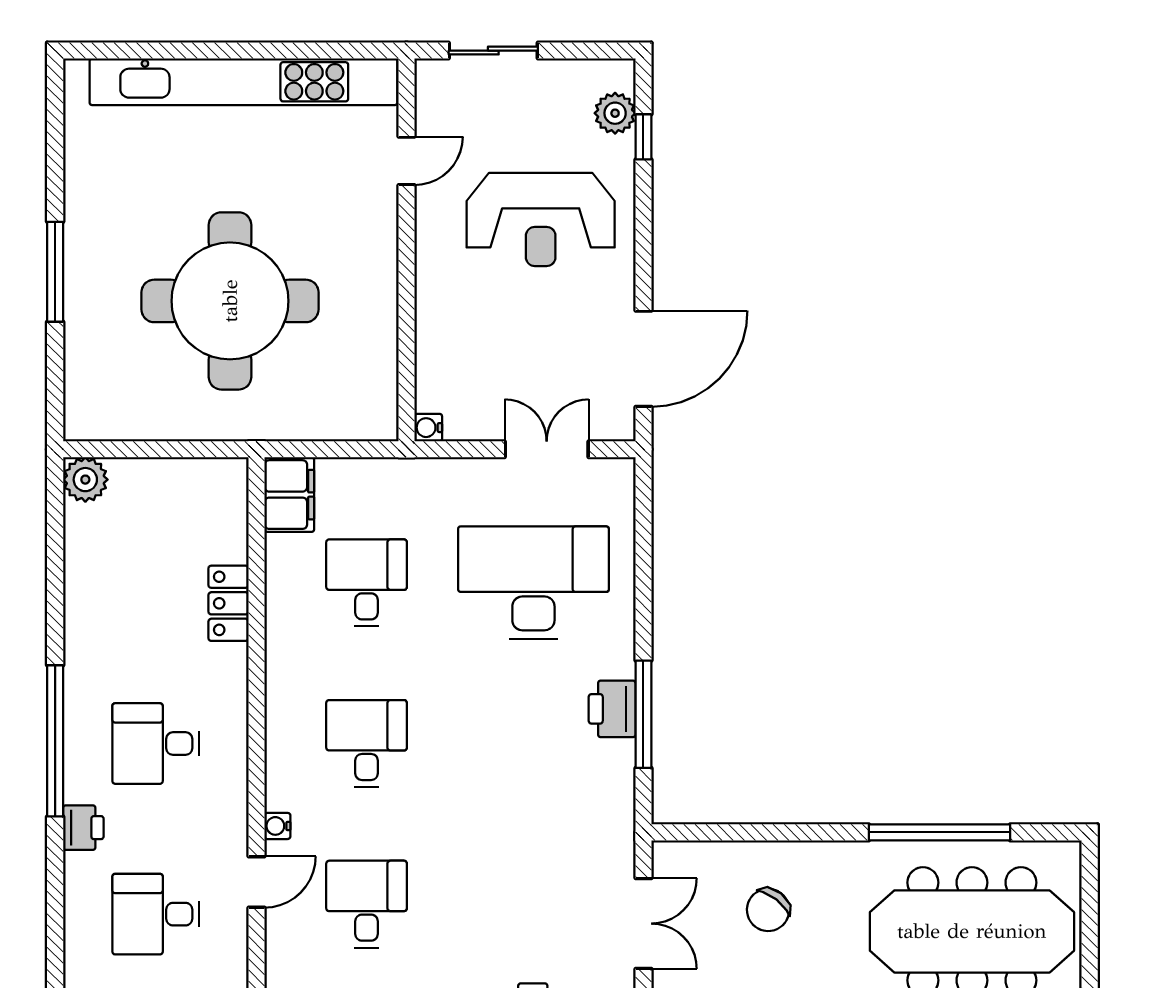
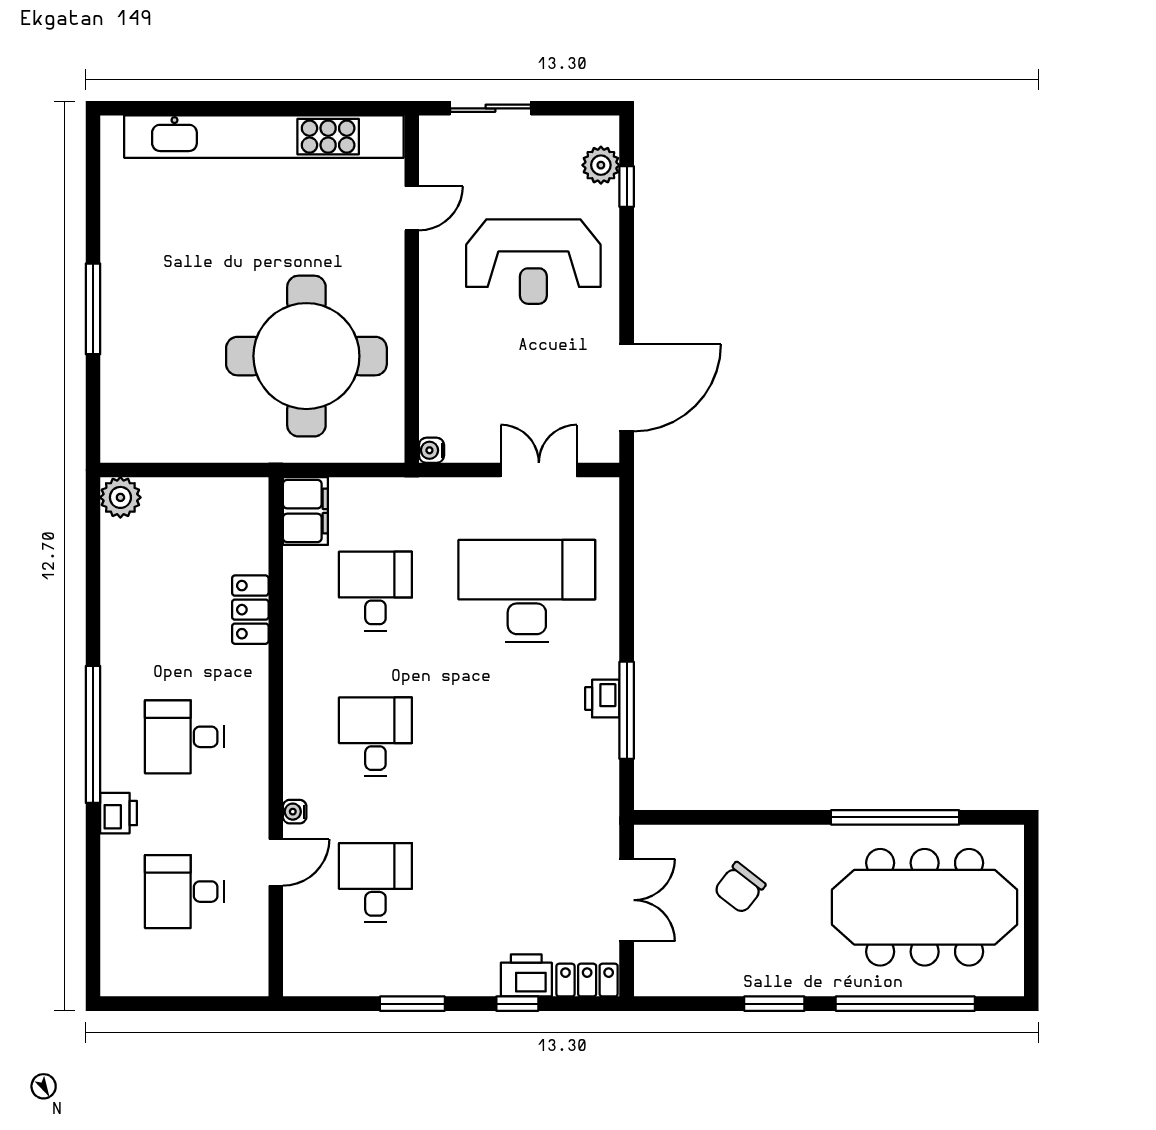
round table: (230, 301) -> (306, 356), moved
printer: (612, 709) -> (602, 699), width x0.73, depth x0.81

